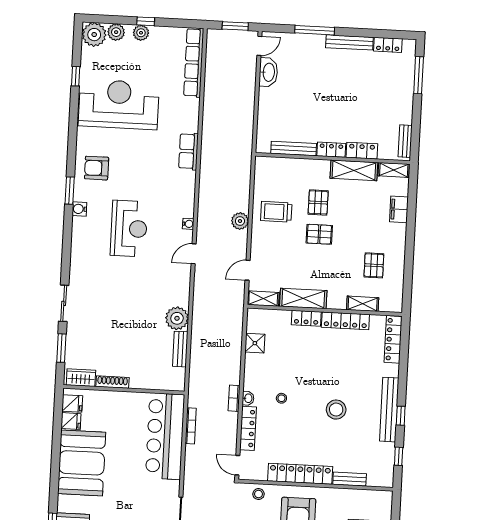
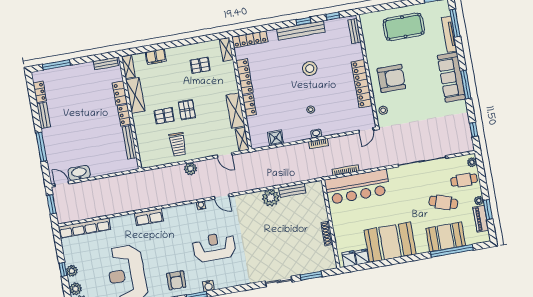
bench: (349, 42) -> (43, 115), width x0.73
shelving: (363, 304) -> (226, 49), moved
wardrobe: (81, 378) -> (329, 257), removed
locker: (248, 428) -> (338, 129), removed
bench: (350, 479) -> (354, 31), moved

